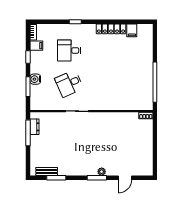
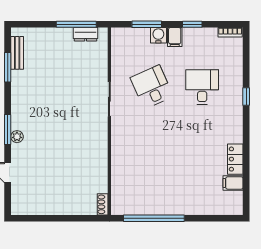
locker: (111, 29) -> (235, 159), width x0.66
filing cabinet: (36, 46) -> (175, 37), moved

